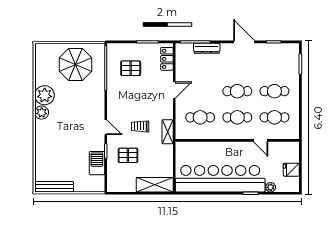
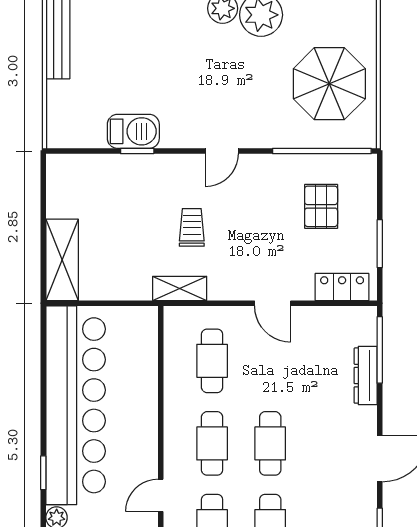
door: (106, 127) -> (222, 151), moved
pallet: (128, 155) -> (127, 200), removed
barbecue: (97, 163) -> (133, 131), moved

